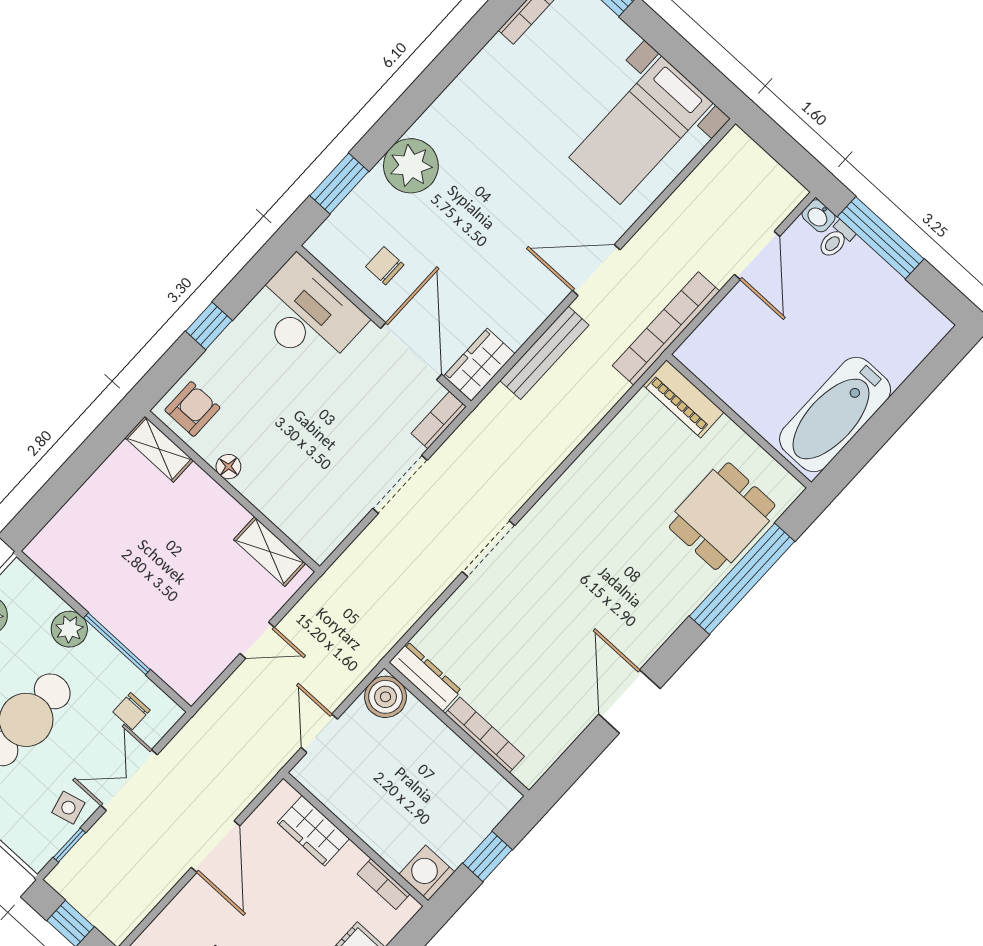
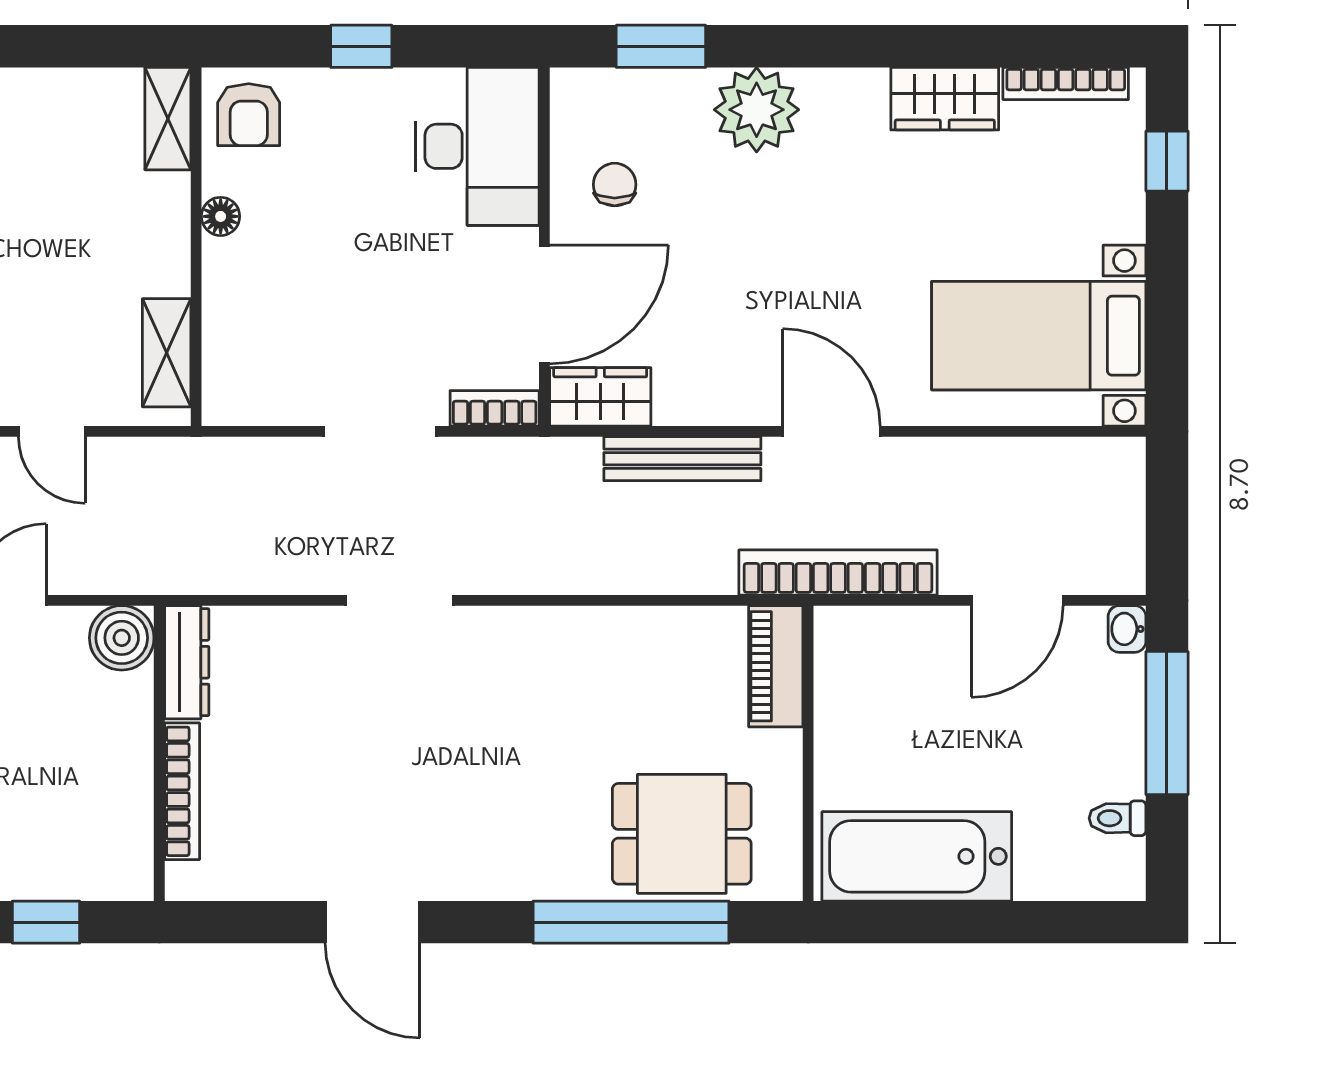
wardrobe: (488, 72) -> (945, 99), added
toilet: (836, 240) -> (1118, 818), moved
armchair: (192, 409) -> (249, 115), turned 90
door: (630, 701) -> (373, 922), swing flipped

